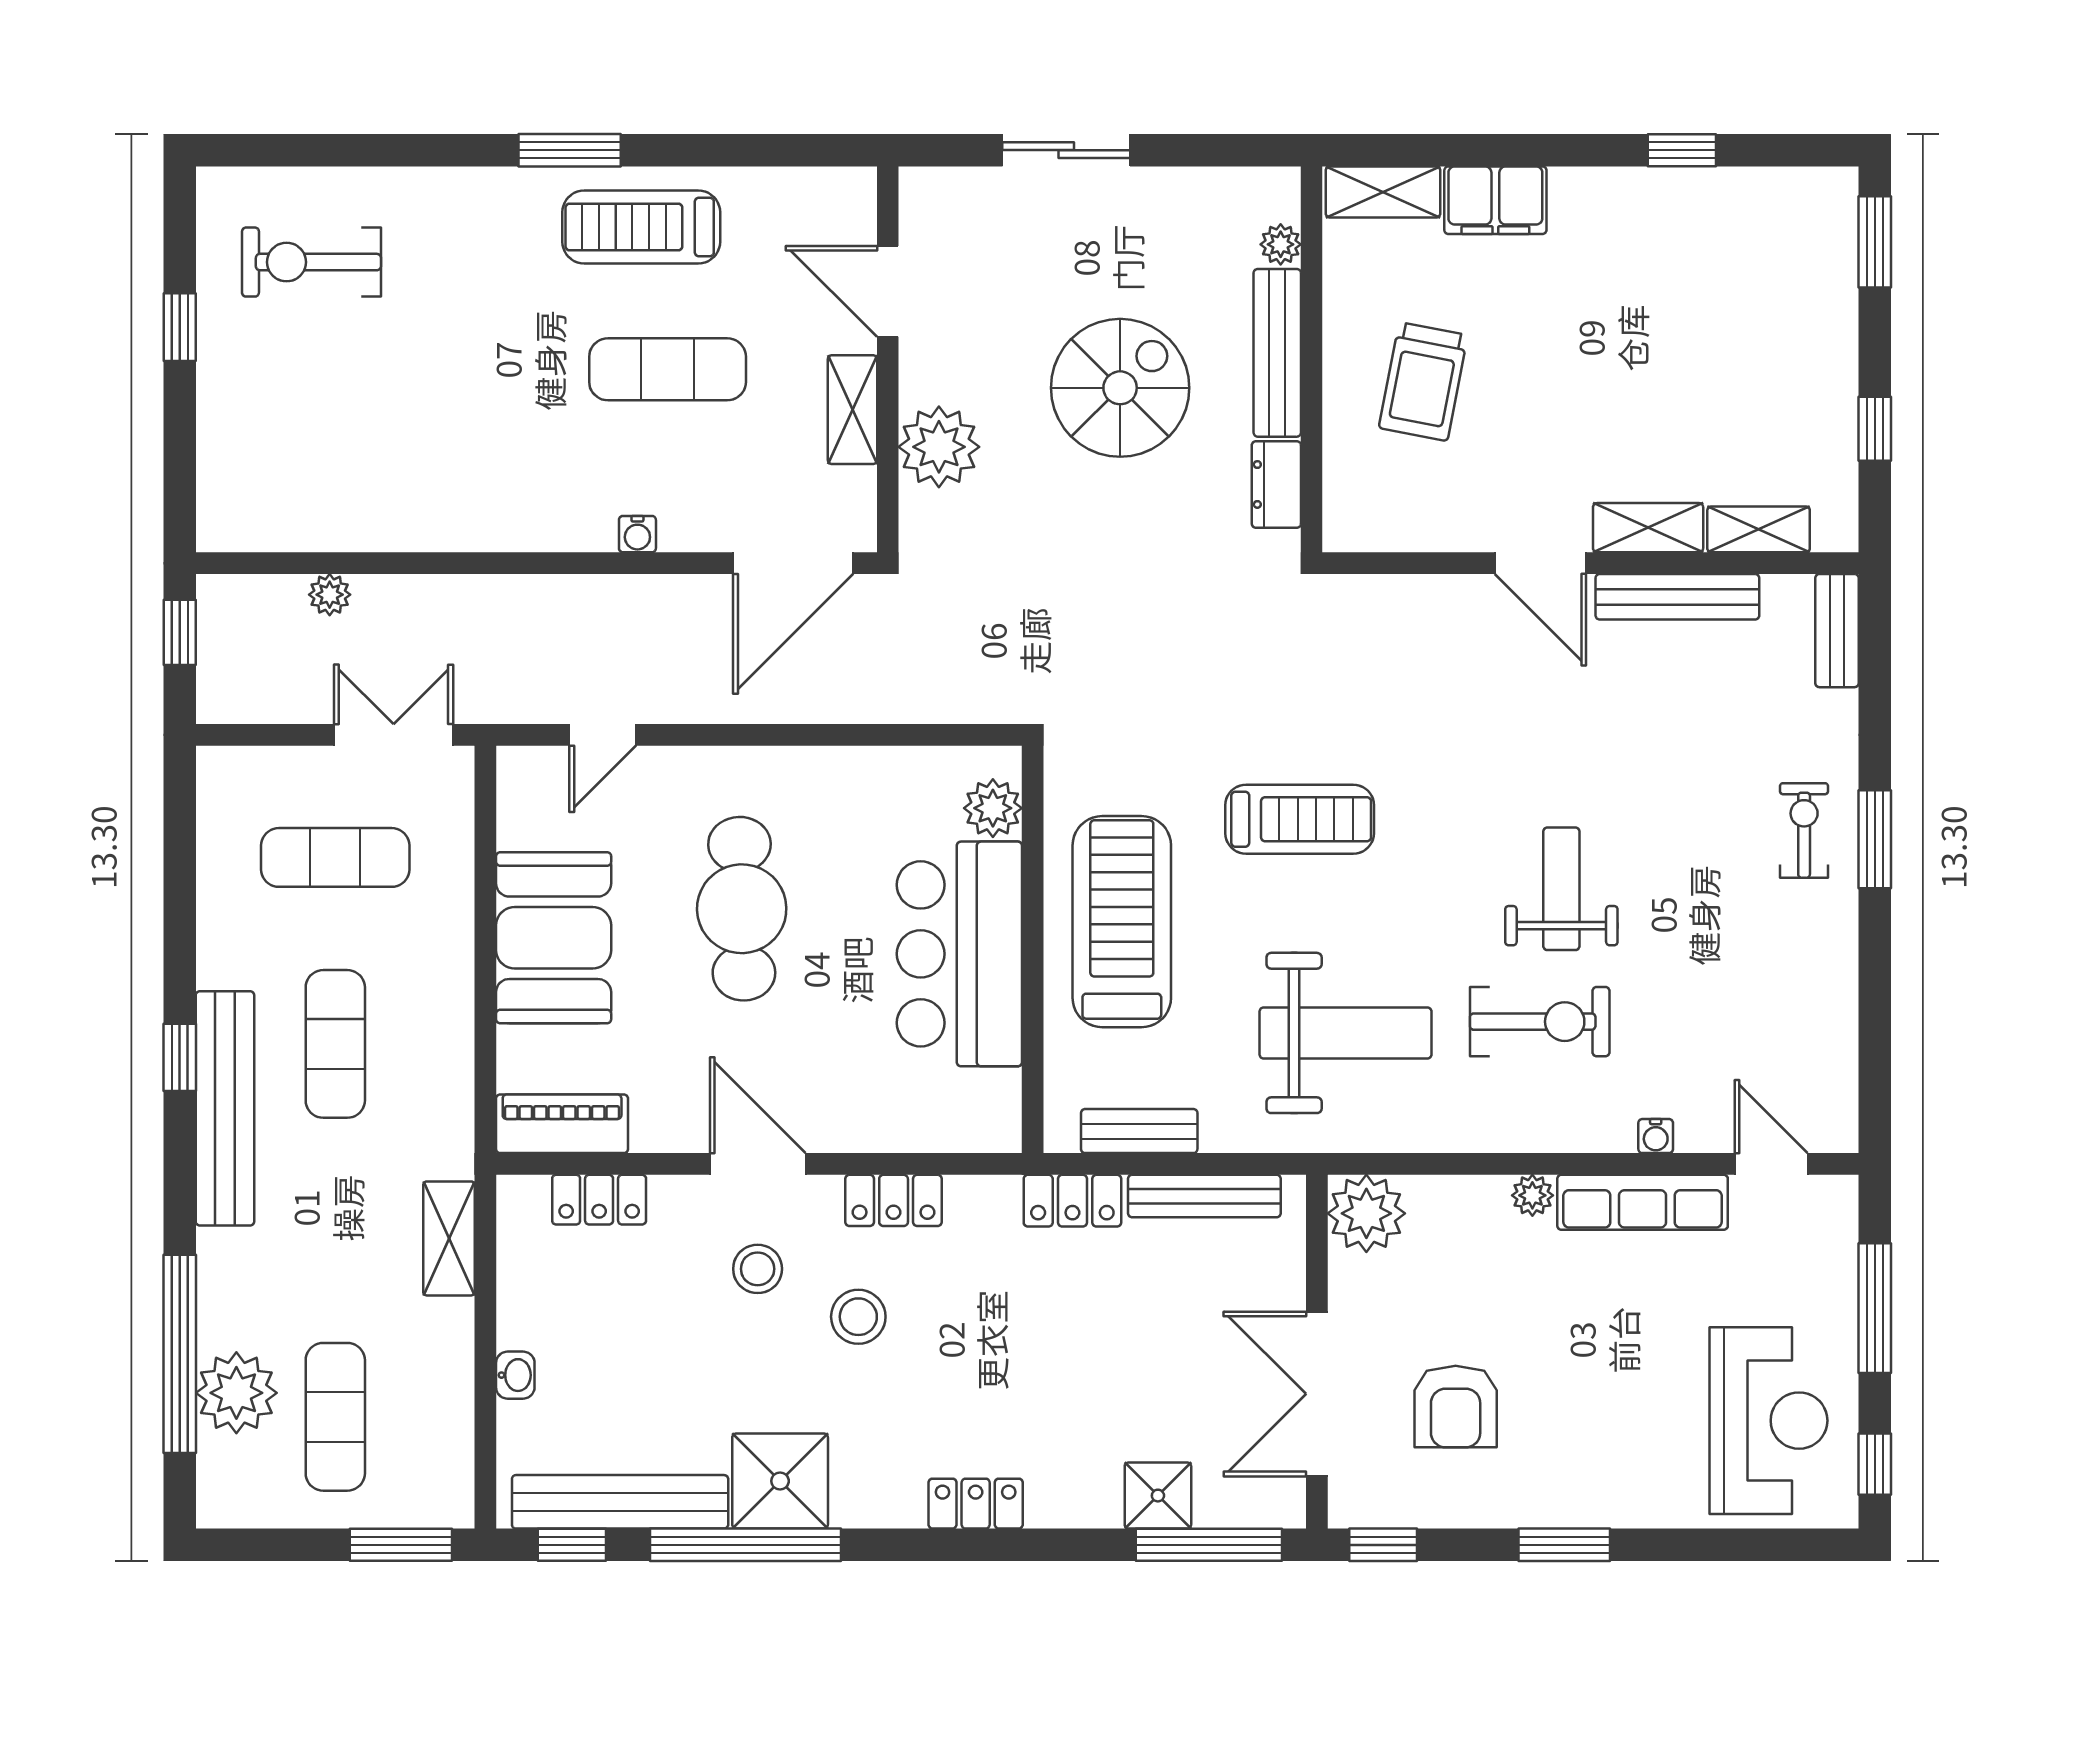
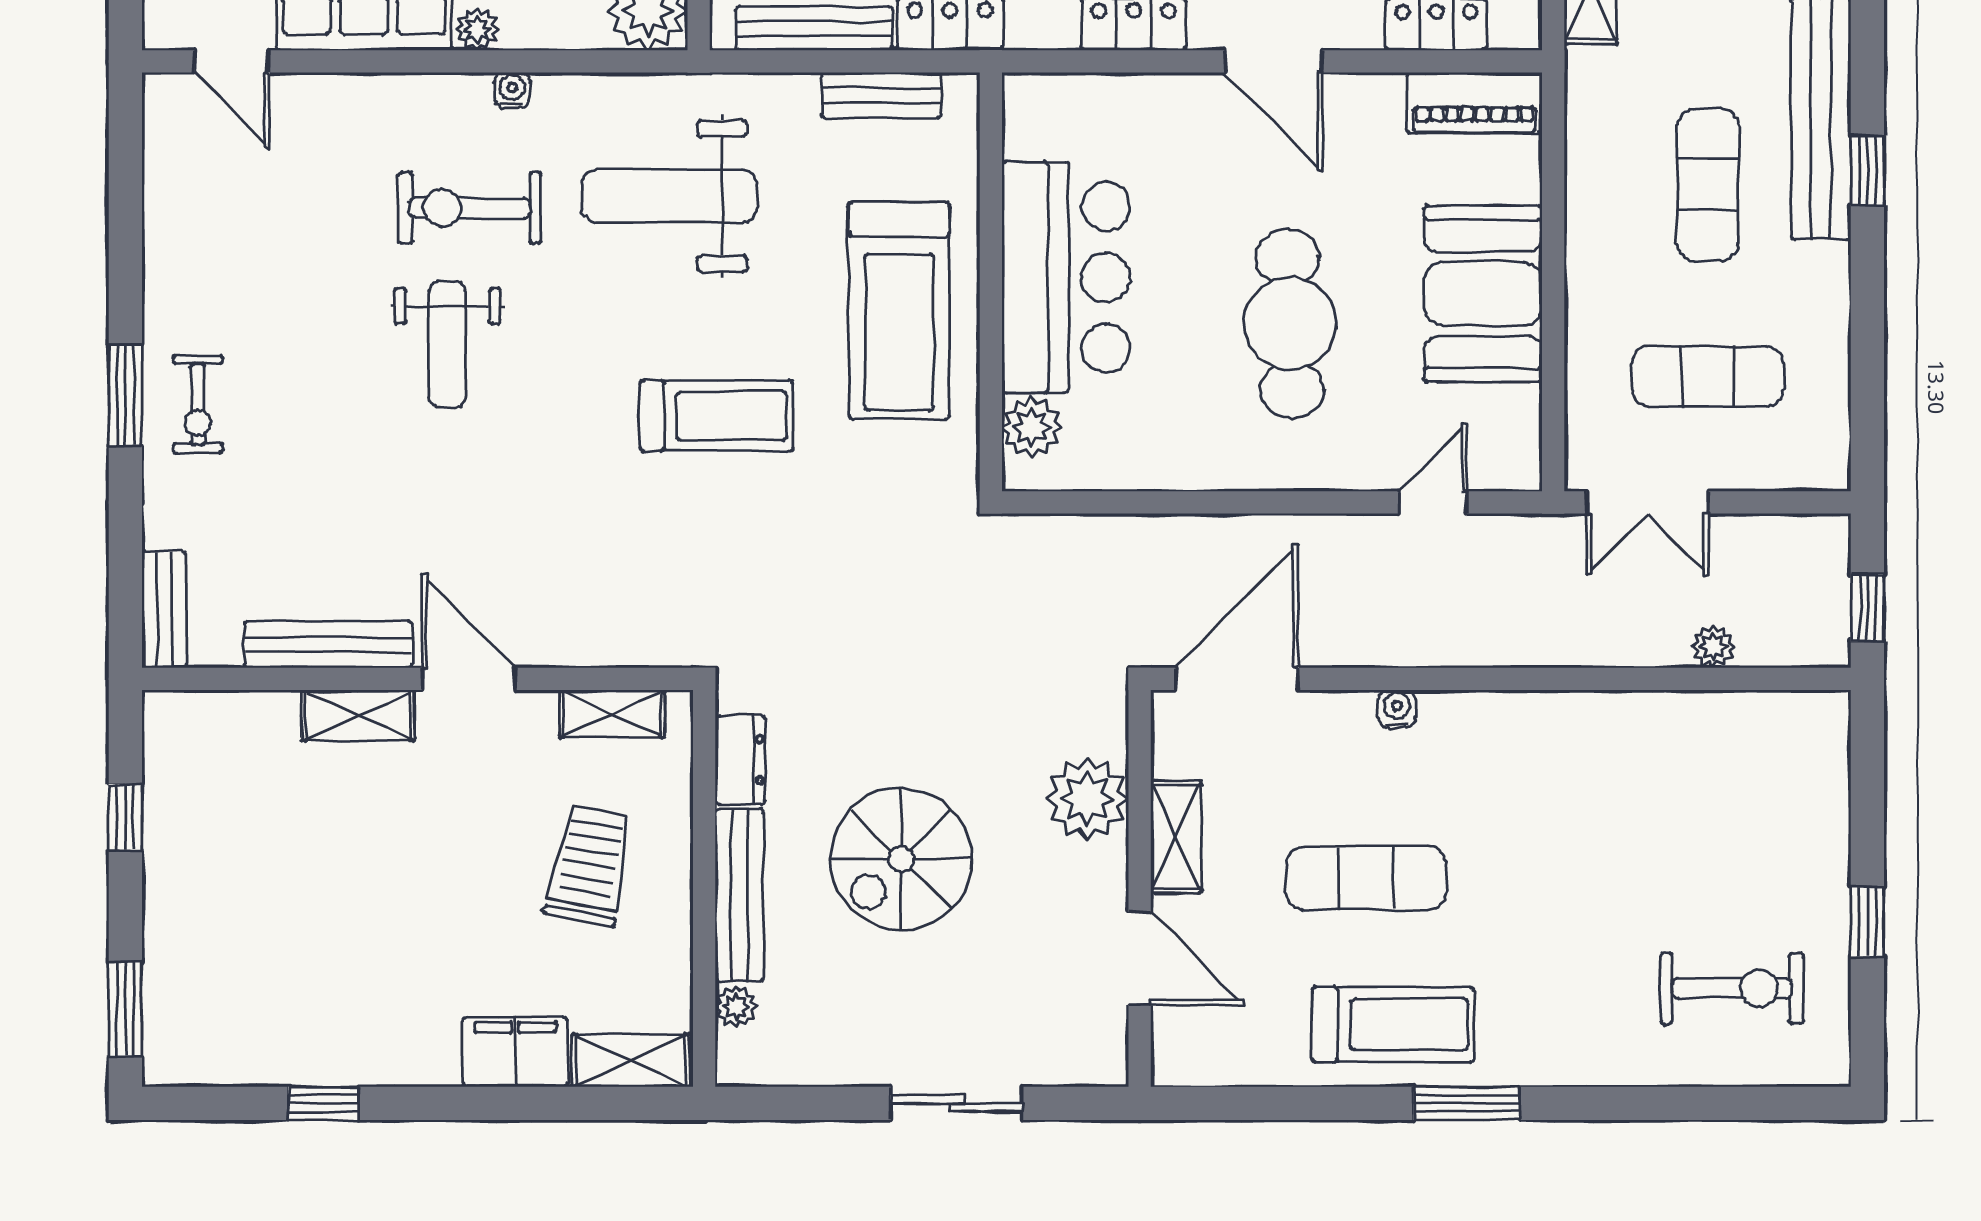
shelving: (1759, 529) -> (612, 714), moved
treadmill: (1300, 819) -> (716, 416), turned 180
water cooler: (1656, 1136) -> (512, 90), moved

